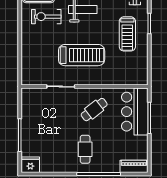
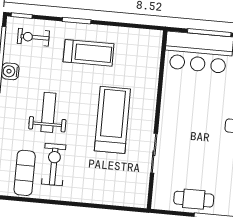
exercise bike: (46, 17) -> (54, 165), turned 180
cafe table: (94, 110) -> (194, 199), moved, turned -52

